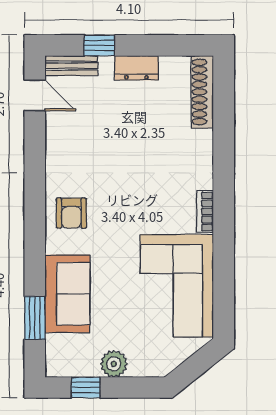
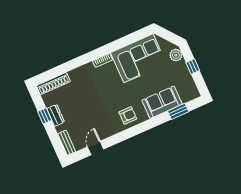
window: (99, 45) -> (45, 116), moved
door: (35, 96) -> (96, 148), moved
plant: (114, 364) -> (176, 55), moved
window: (86, 388) -> (193, 66), moved

